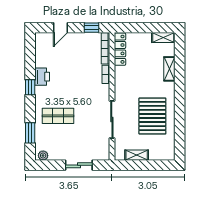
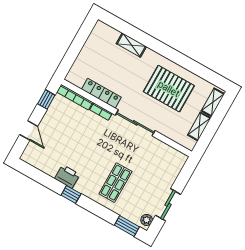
shelving: (163, 38) -> (213, 102), moved
locker: (120, 49) -> (101, 93), moved
sliding door: (112, 119) -> (135, 123), moved
window: (30, 133) -> (127, 226), moved
sliding door: (79, 165) -> (168, 205), moved

